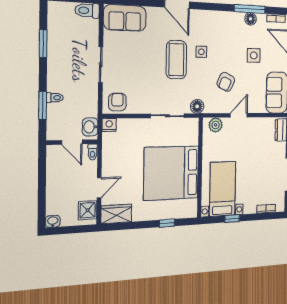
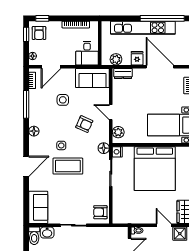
floor lamp: (251, 19) -> (34, 131), moved
nightstand: (109, 125) -> (117, 152), moved
washbasin: (90, 127) -> (47, 233), moved

